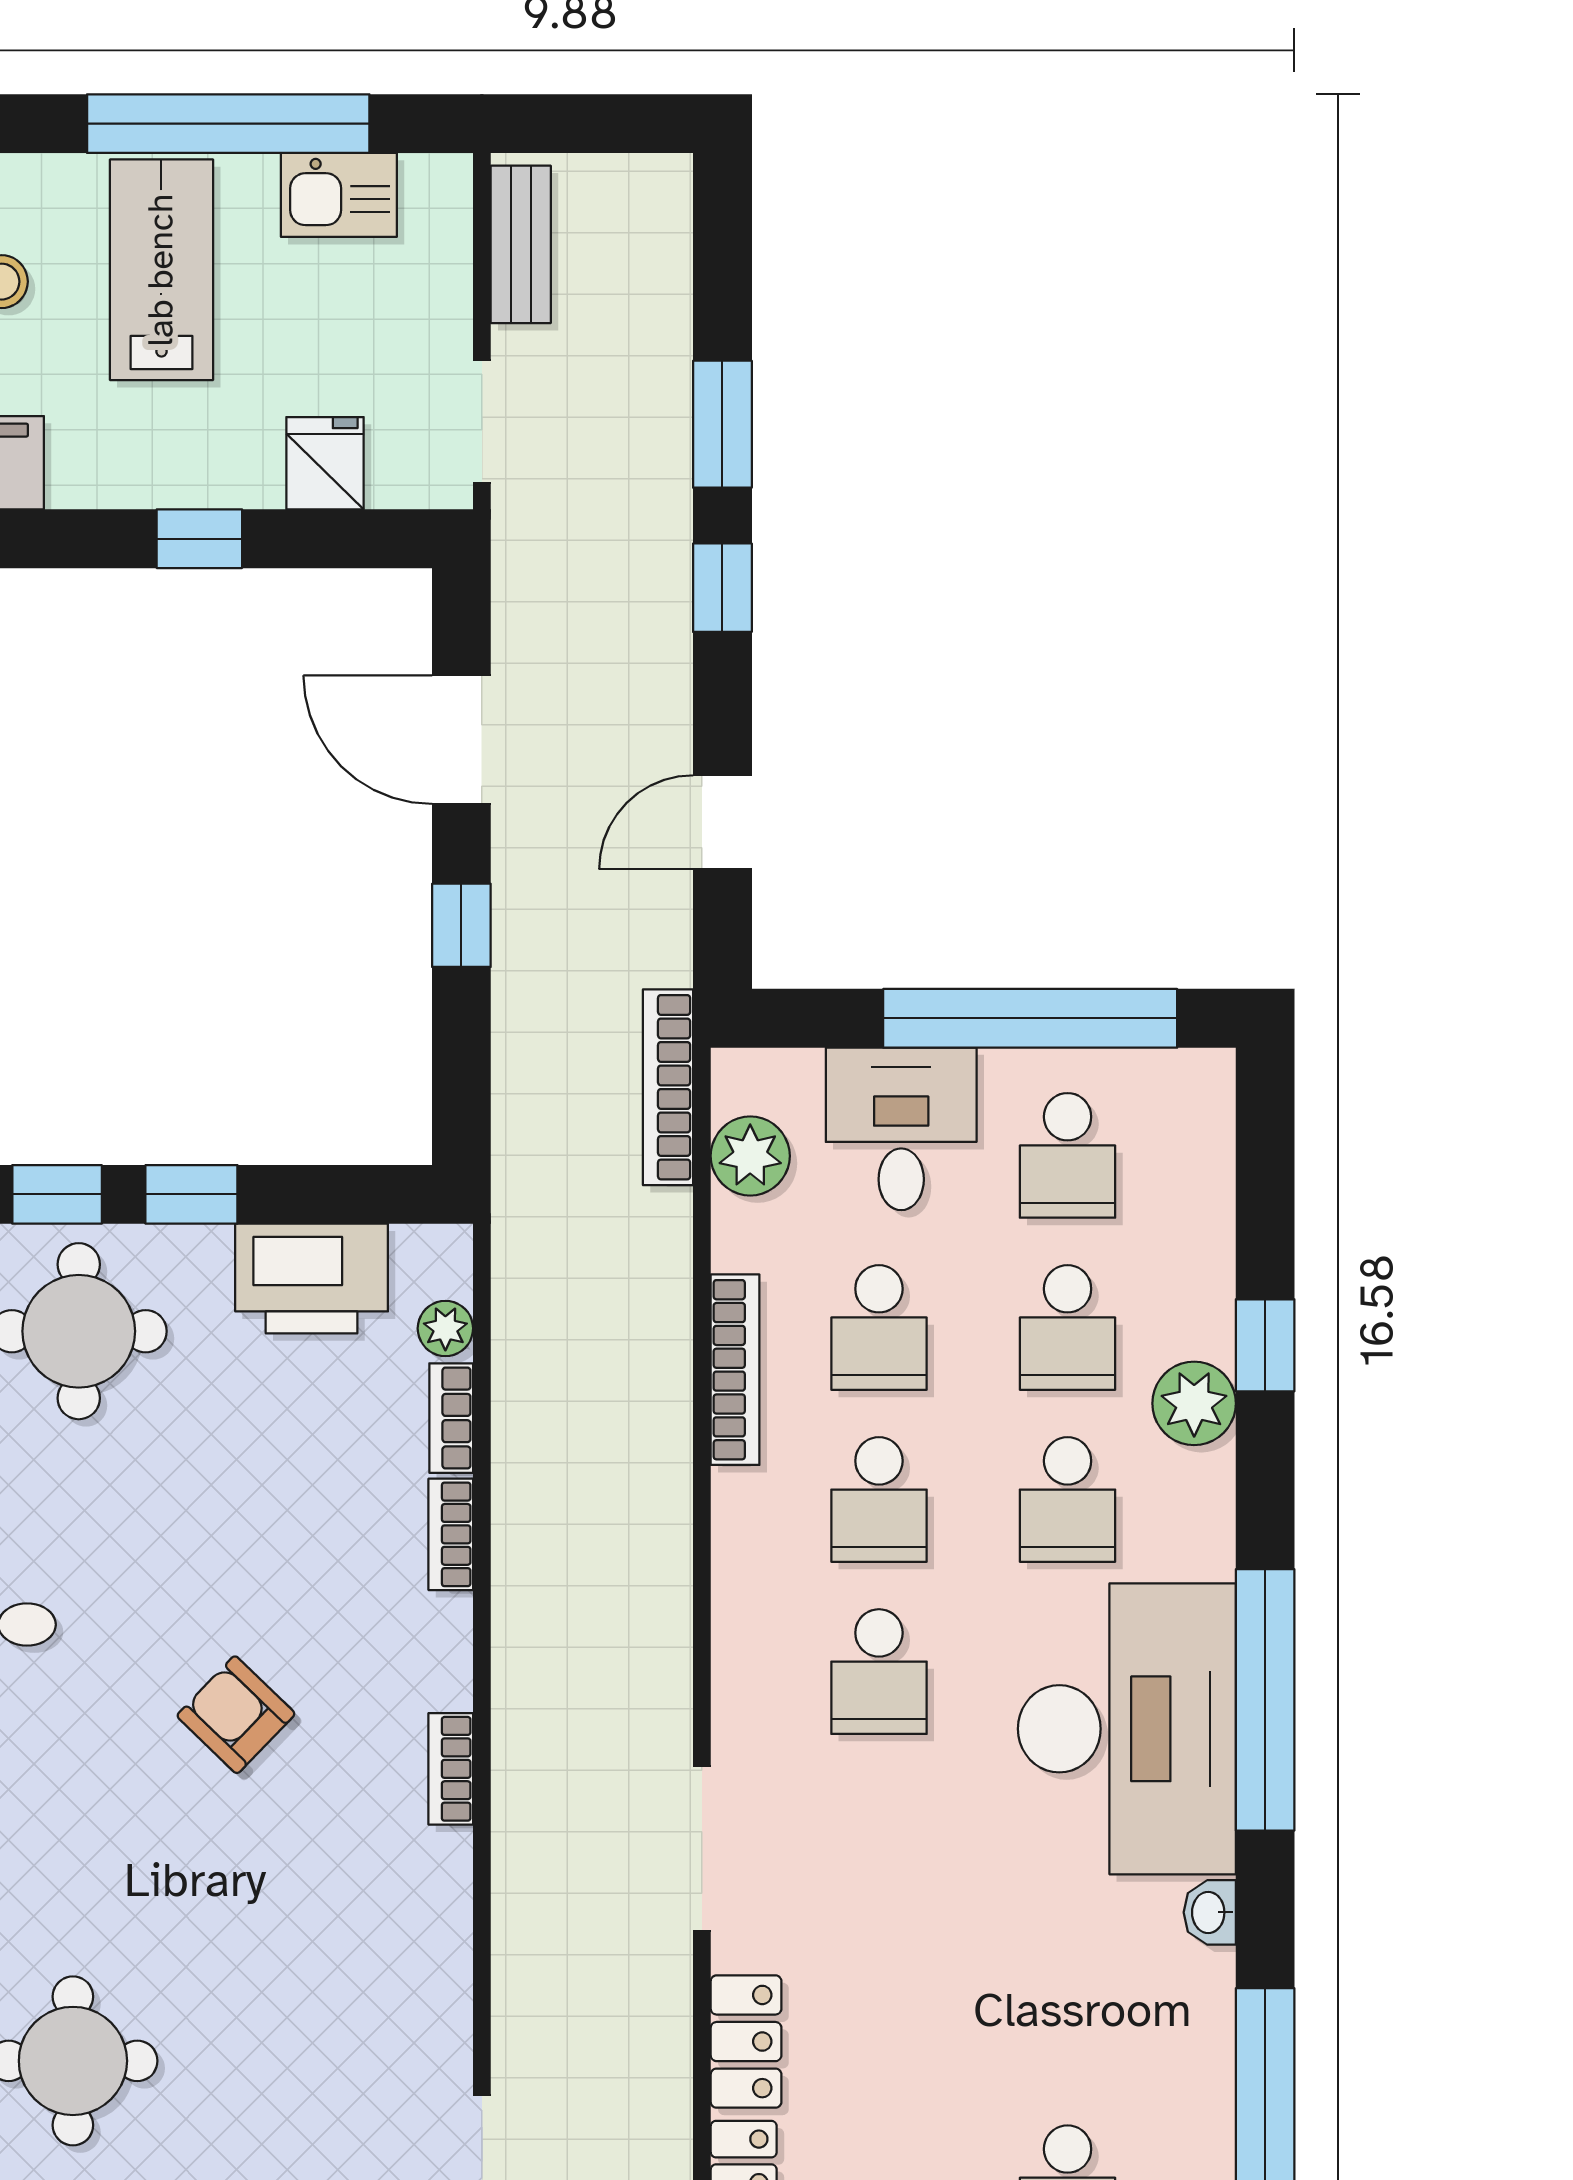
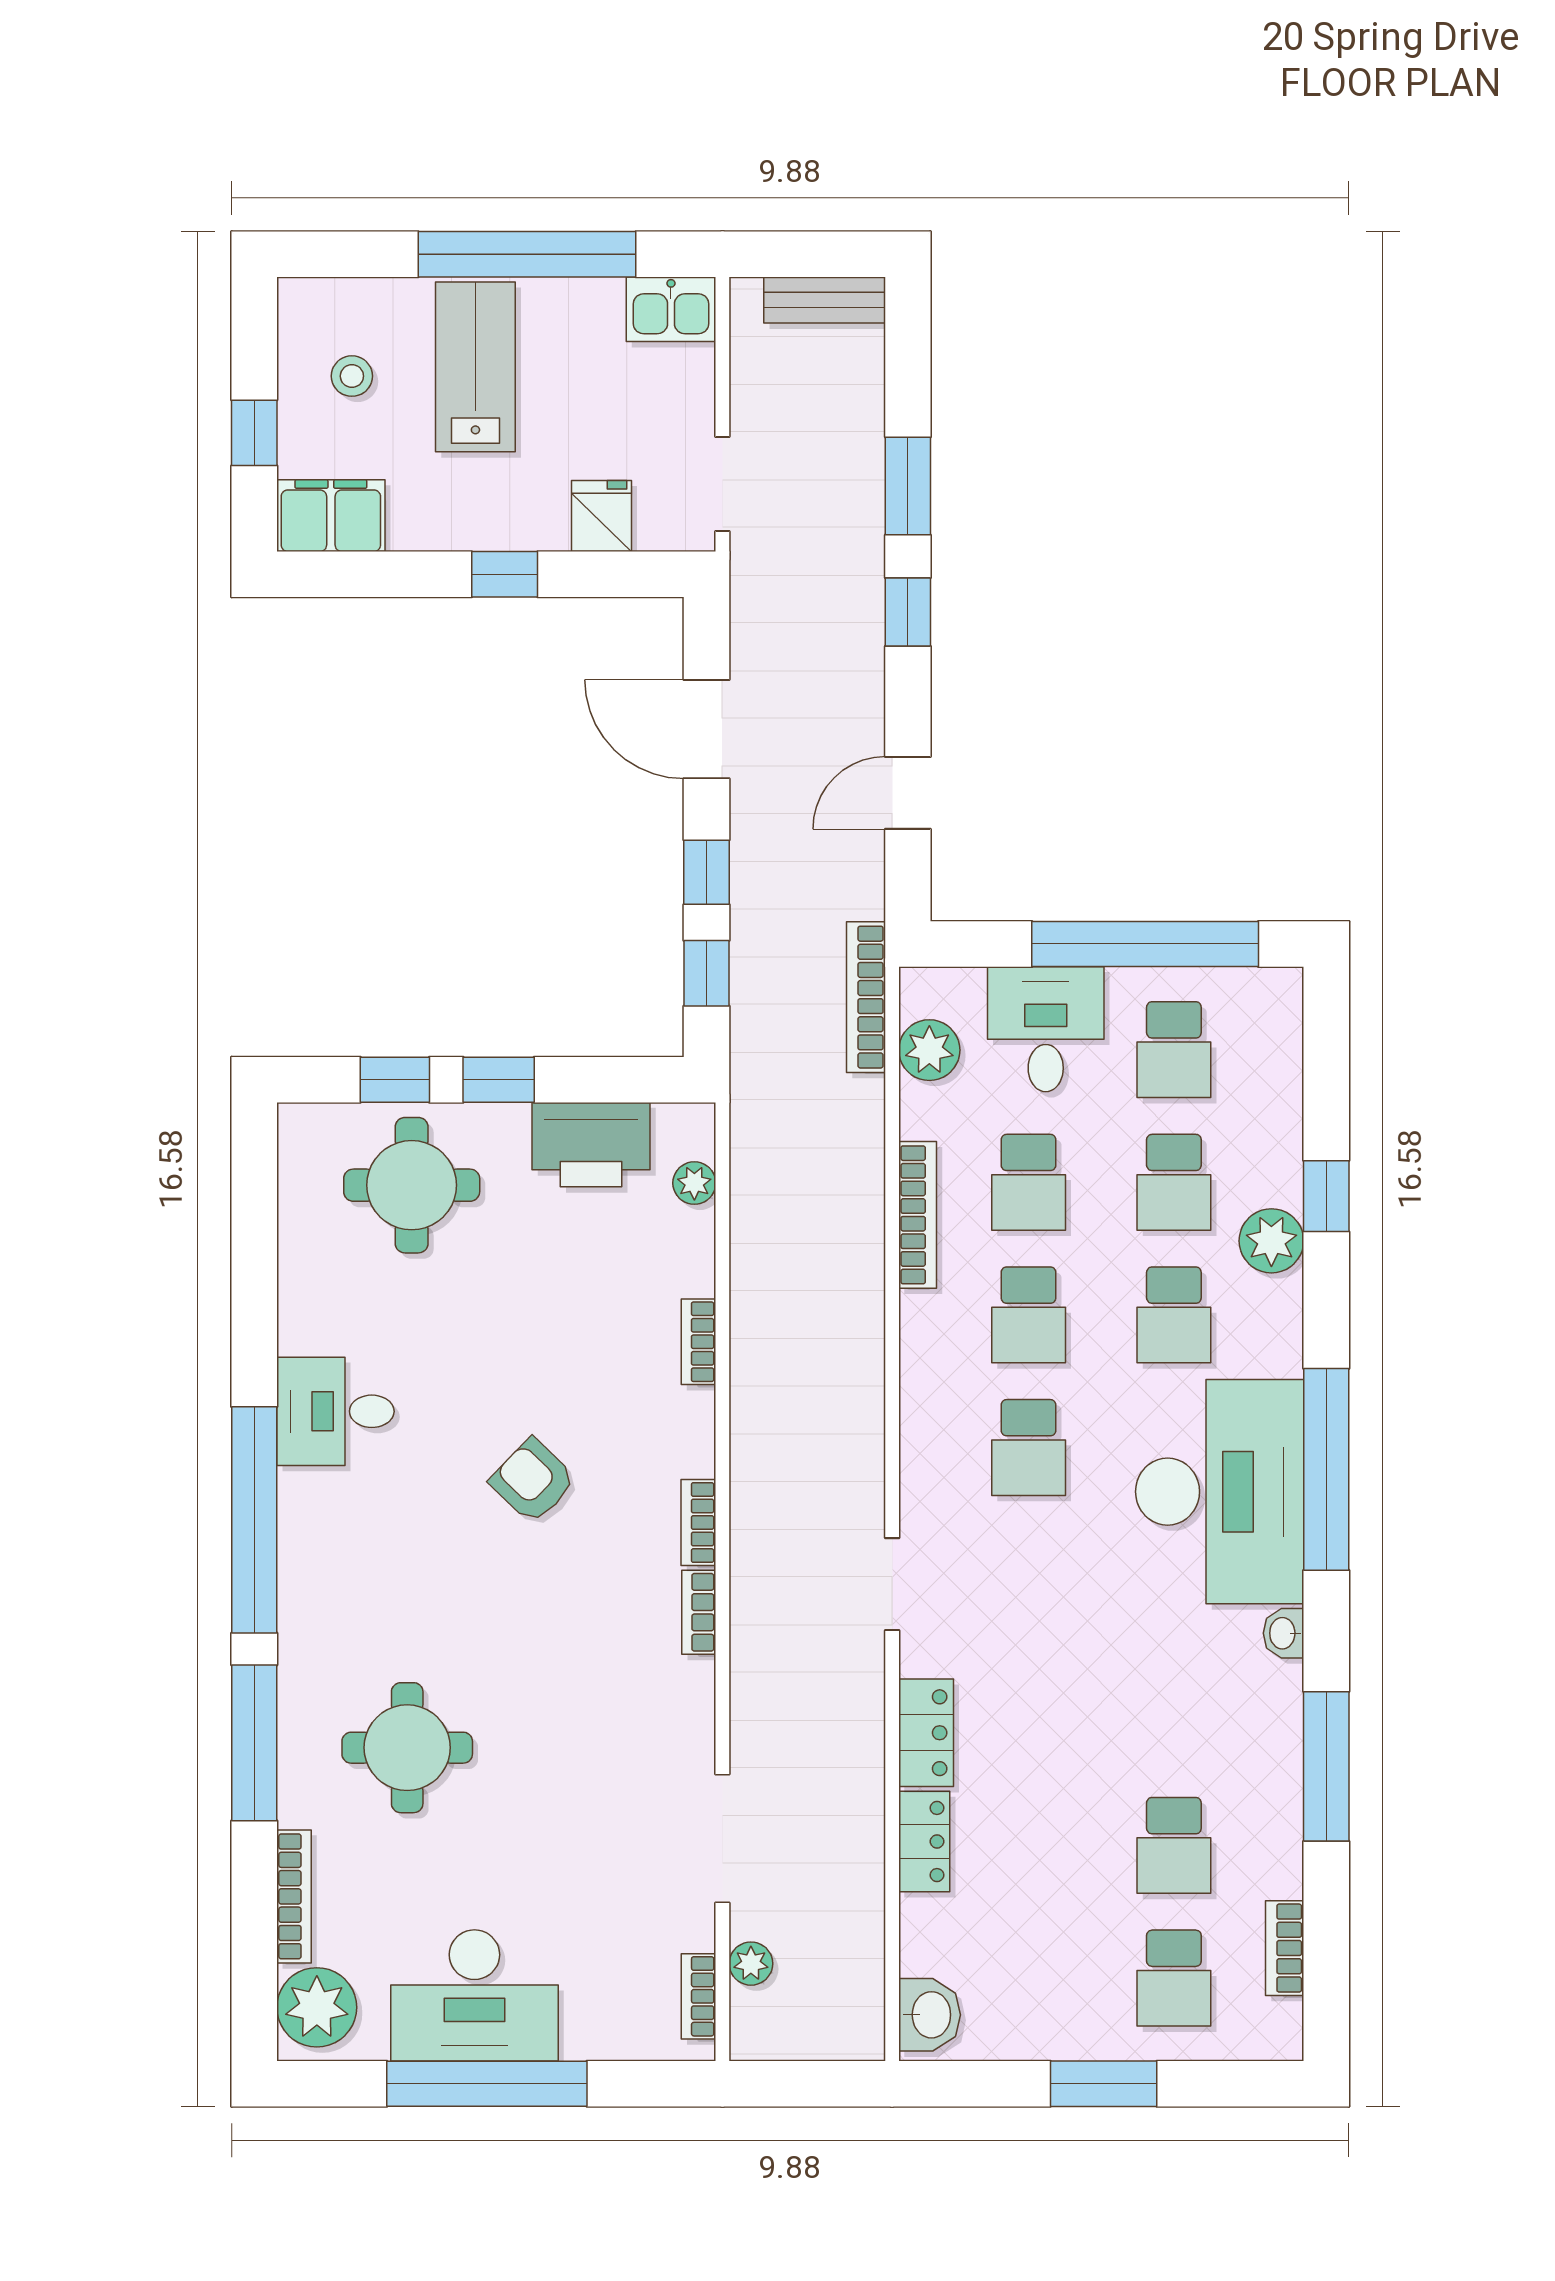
kitchen sink: (339, 195) -> (671, 309), moved
bench: (521, 244) -> (825, 300), moved, turned 90
window: (461, 1056) -> (707, 973), added
bookcase: (451, 1418) -> (699, 1612), moved
doorway: (702, 1849) -> (892, 1584), width x0.73

